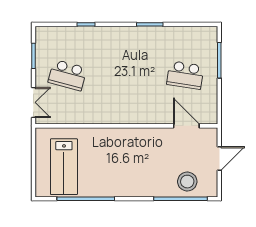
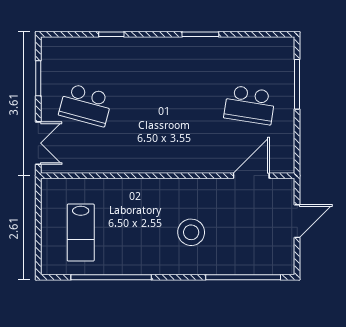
door: (186, 126) -> (251, 176), hinge flipped
lab bench: (64, 167) -> (81, 233), width x0.73, depth x0.72
stool: (187, 182) -> (191, 232), moved

